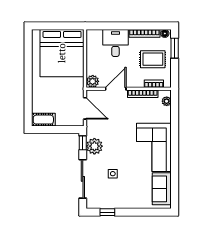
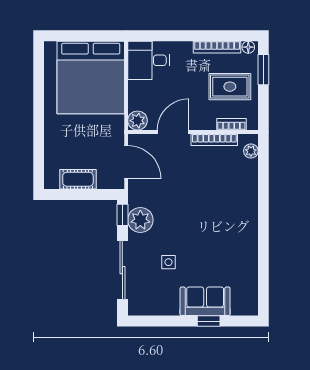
desk: (115, 43) -> (149, 60), moved, turned -90
cot: (43, 120) -> (78, 179), moved
corner sofa: (154, 147) -> (232, 222), removed
sofa: (162, 189) -> (205, 301), moved, turned 90
window: (107, 212) -> (209, 321), moved

